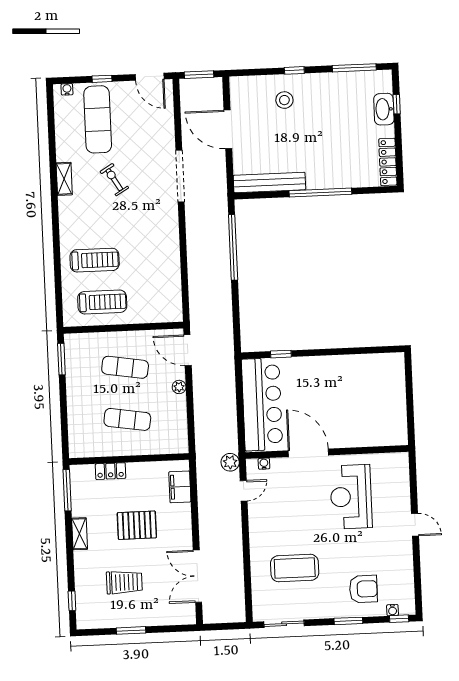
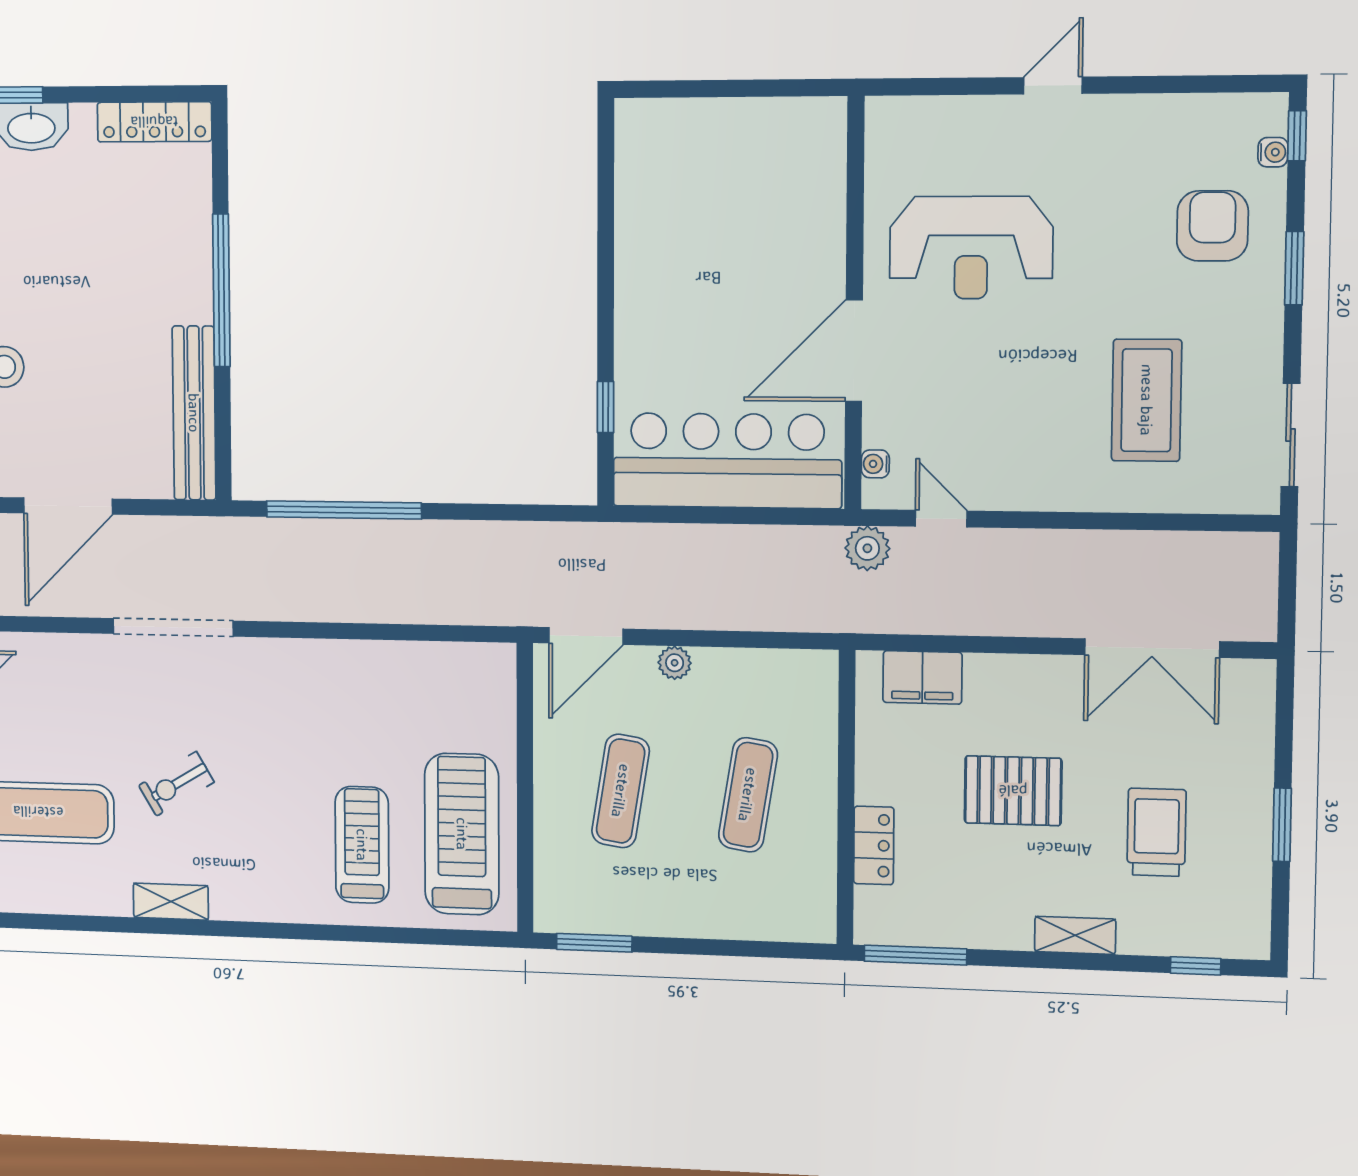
treadmill: (102, 302) -> (462, 834), width x1.37, depth x1.37
pallet: (137, 525) -> (1013, 791), turned 90
shelving: (80, 534) -> (1075, 935), moved

